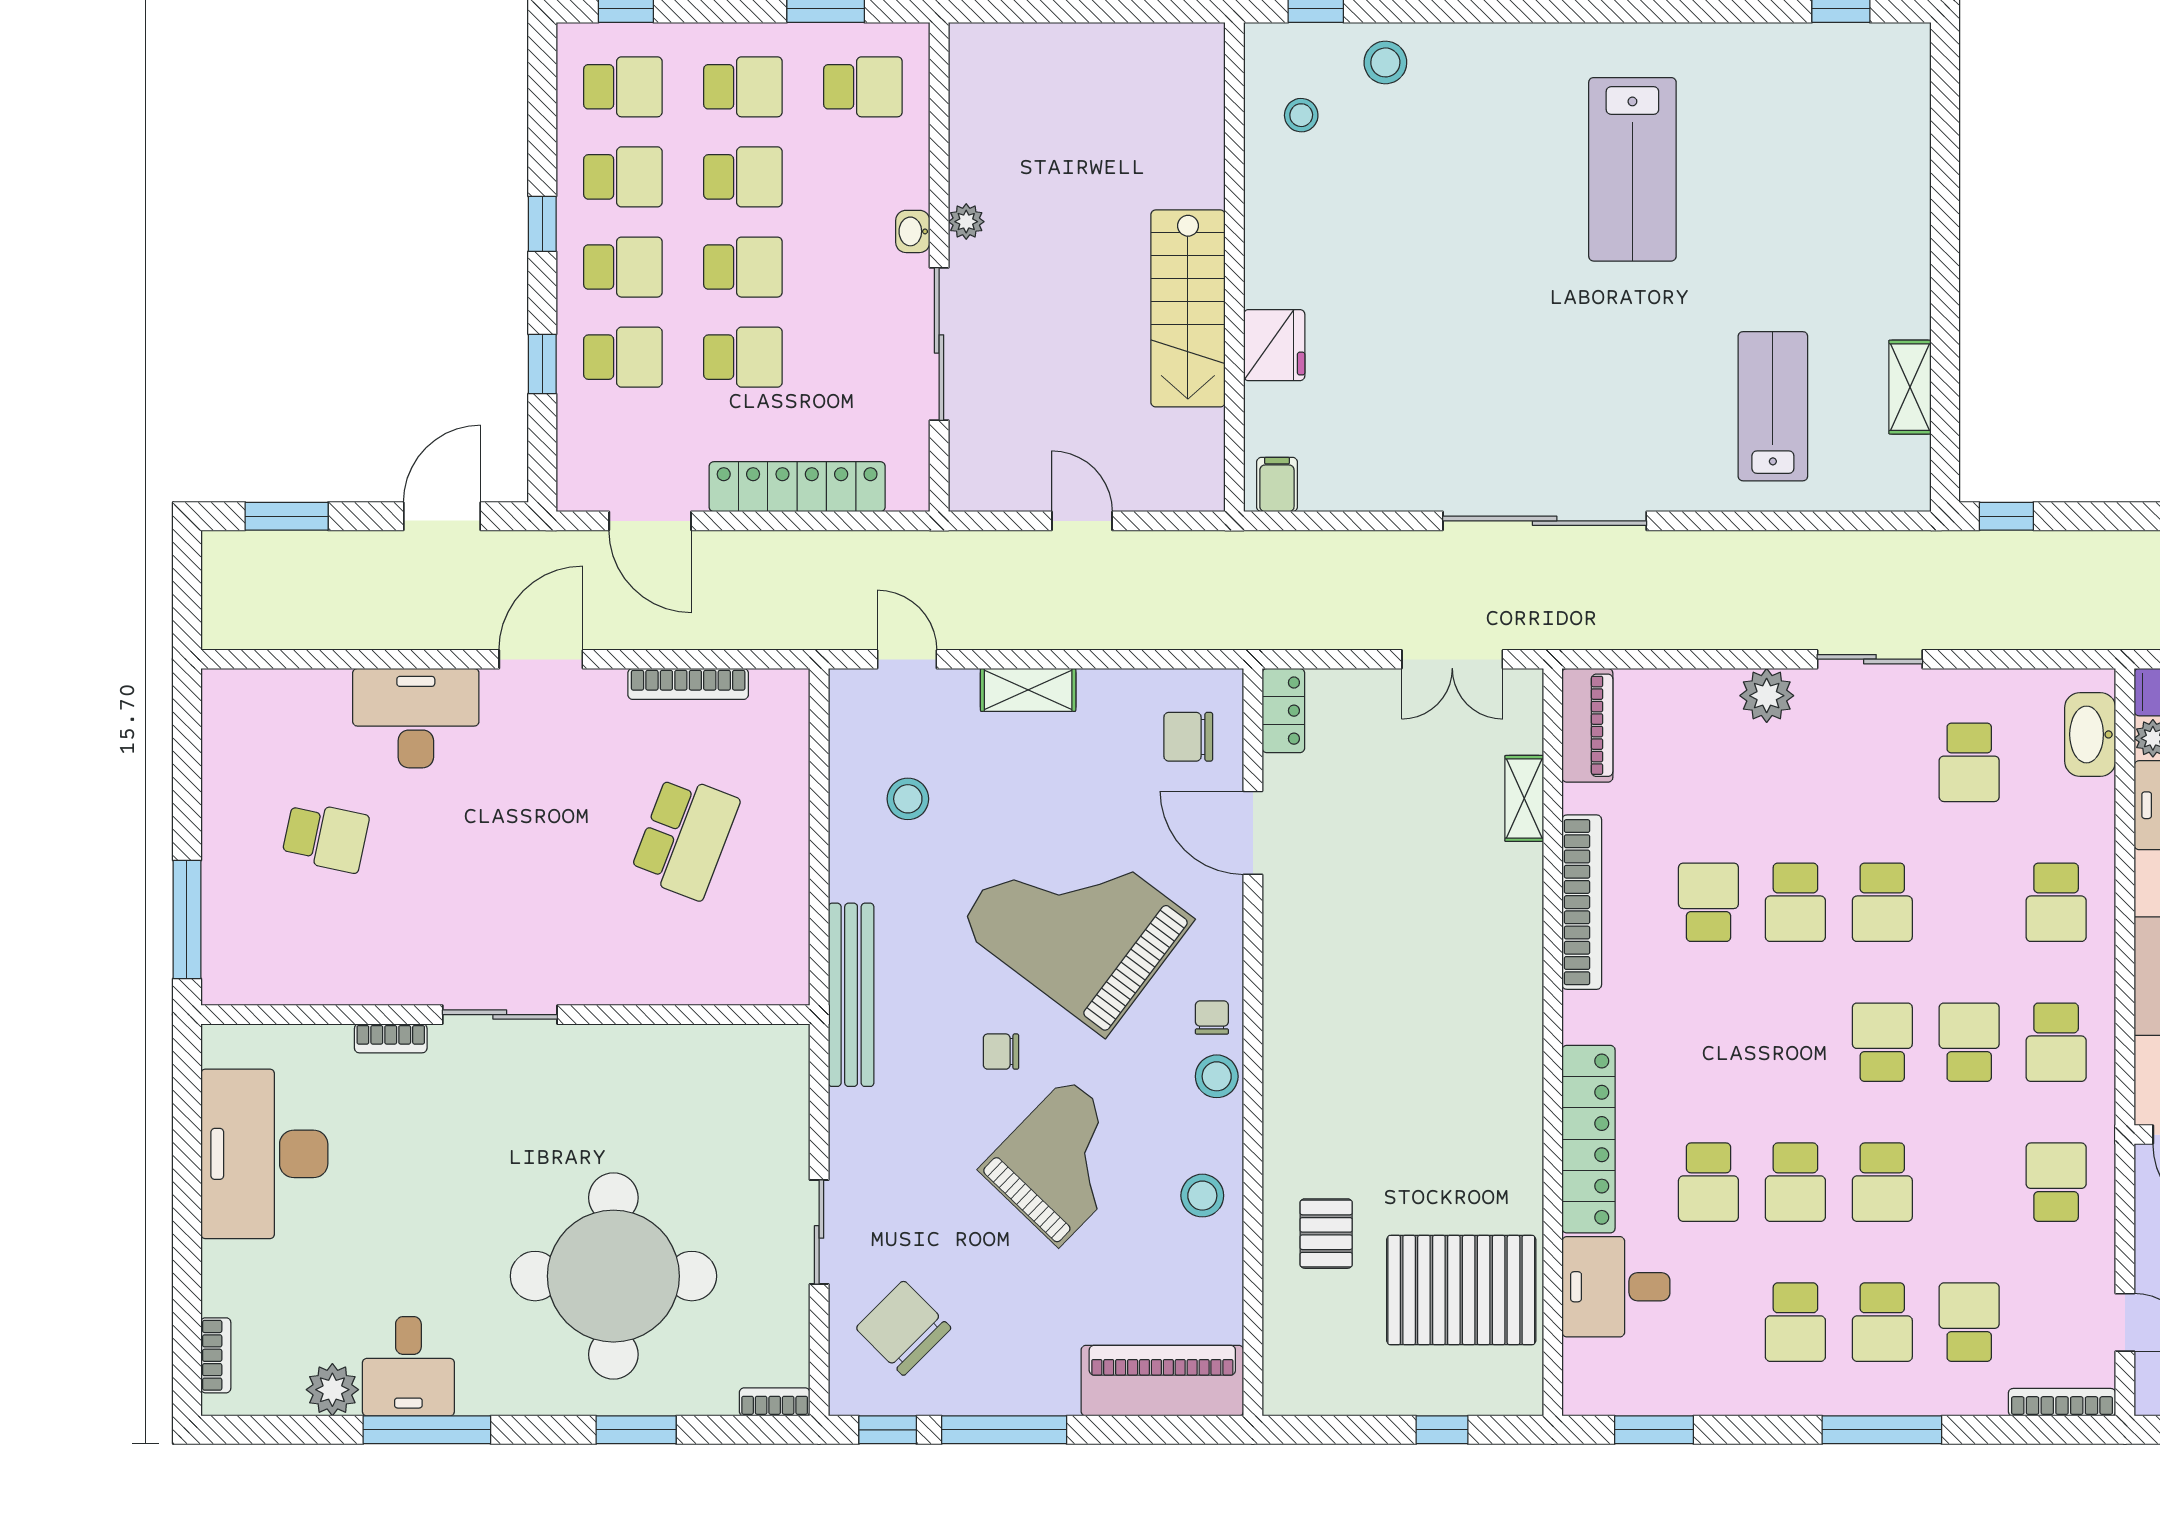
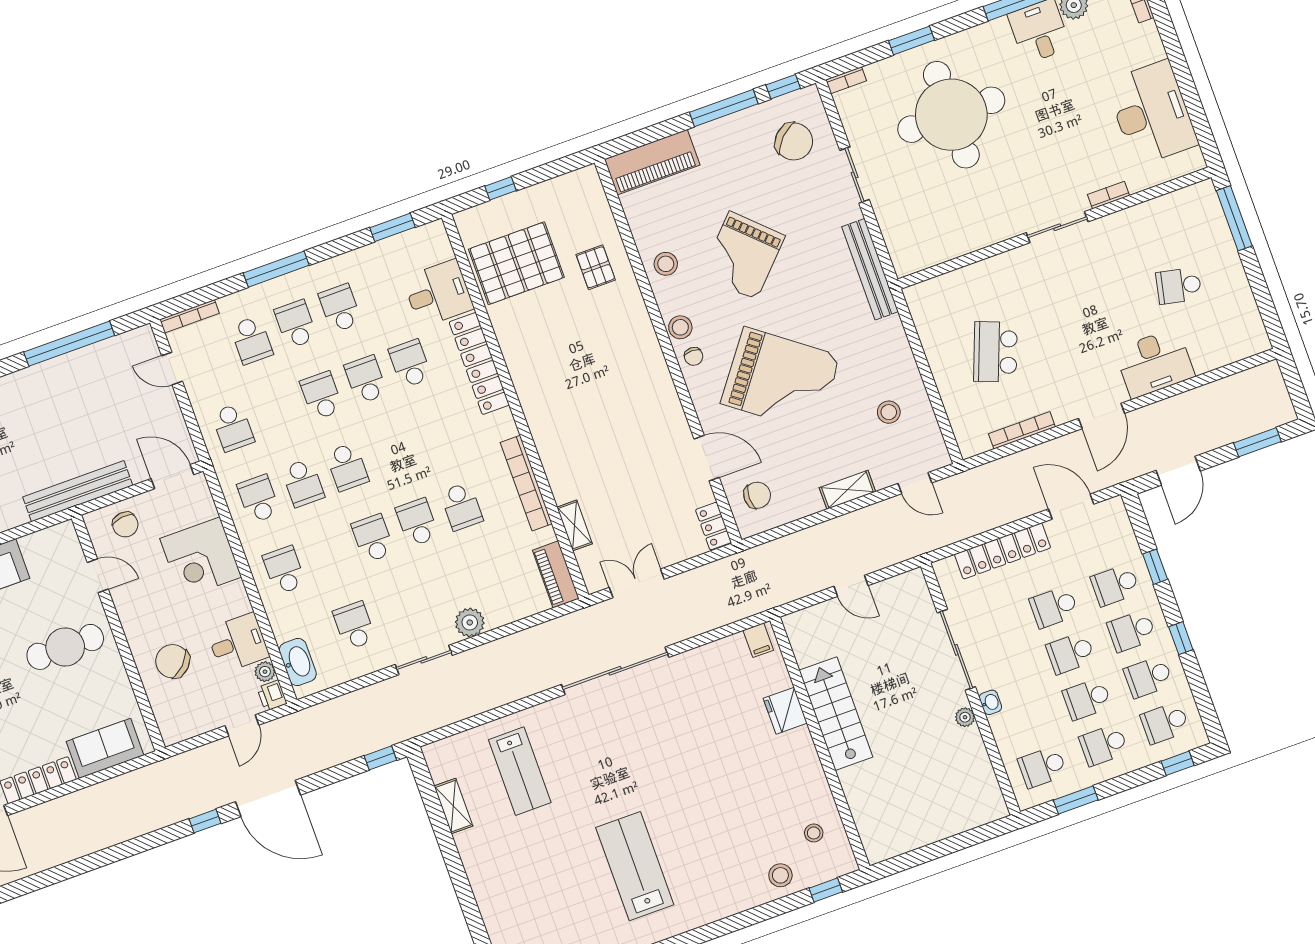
bench: (851, 995) -> (870, 269), moved
chair: (1001, 1052) -> (795, 300), removed

